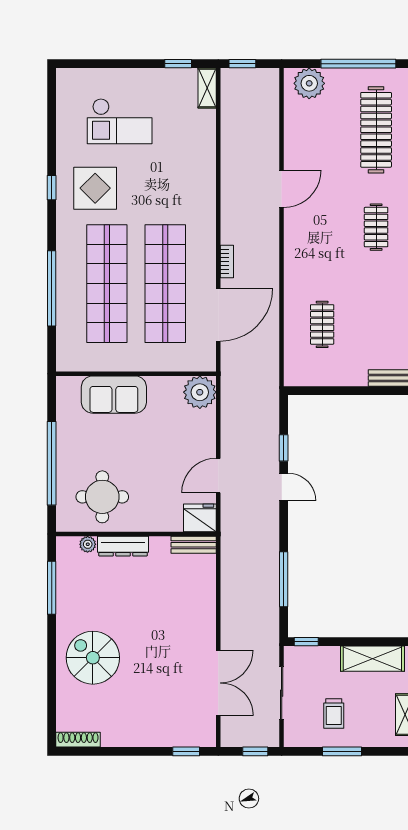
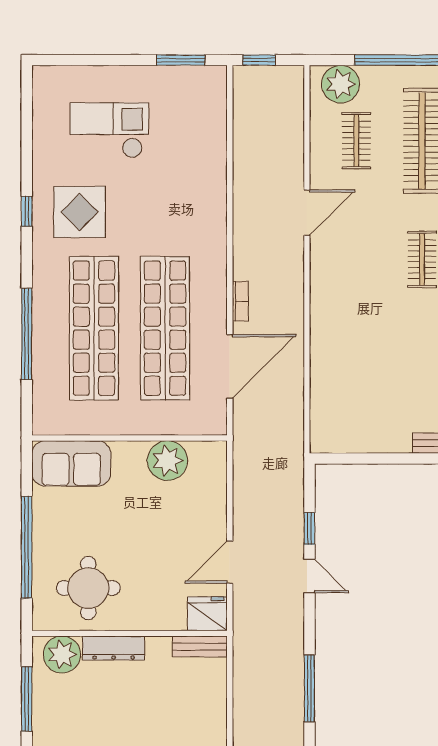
window: (178, 64) -> (181, 60), width x1.50
shelving: (207, 88) -> (216, 90), removed
checkout: (120, 121) -> (109, 130), turned 180
clothes rail: (322, 324) -> (356, 141), moved
plant: (200, 392) -> (167, 461), moved
sofa: (114, 395) -> (71, 463), moved
plant: (88, 544) -> (62, 655), width x1.88, depth x1.88

